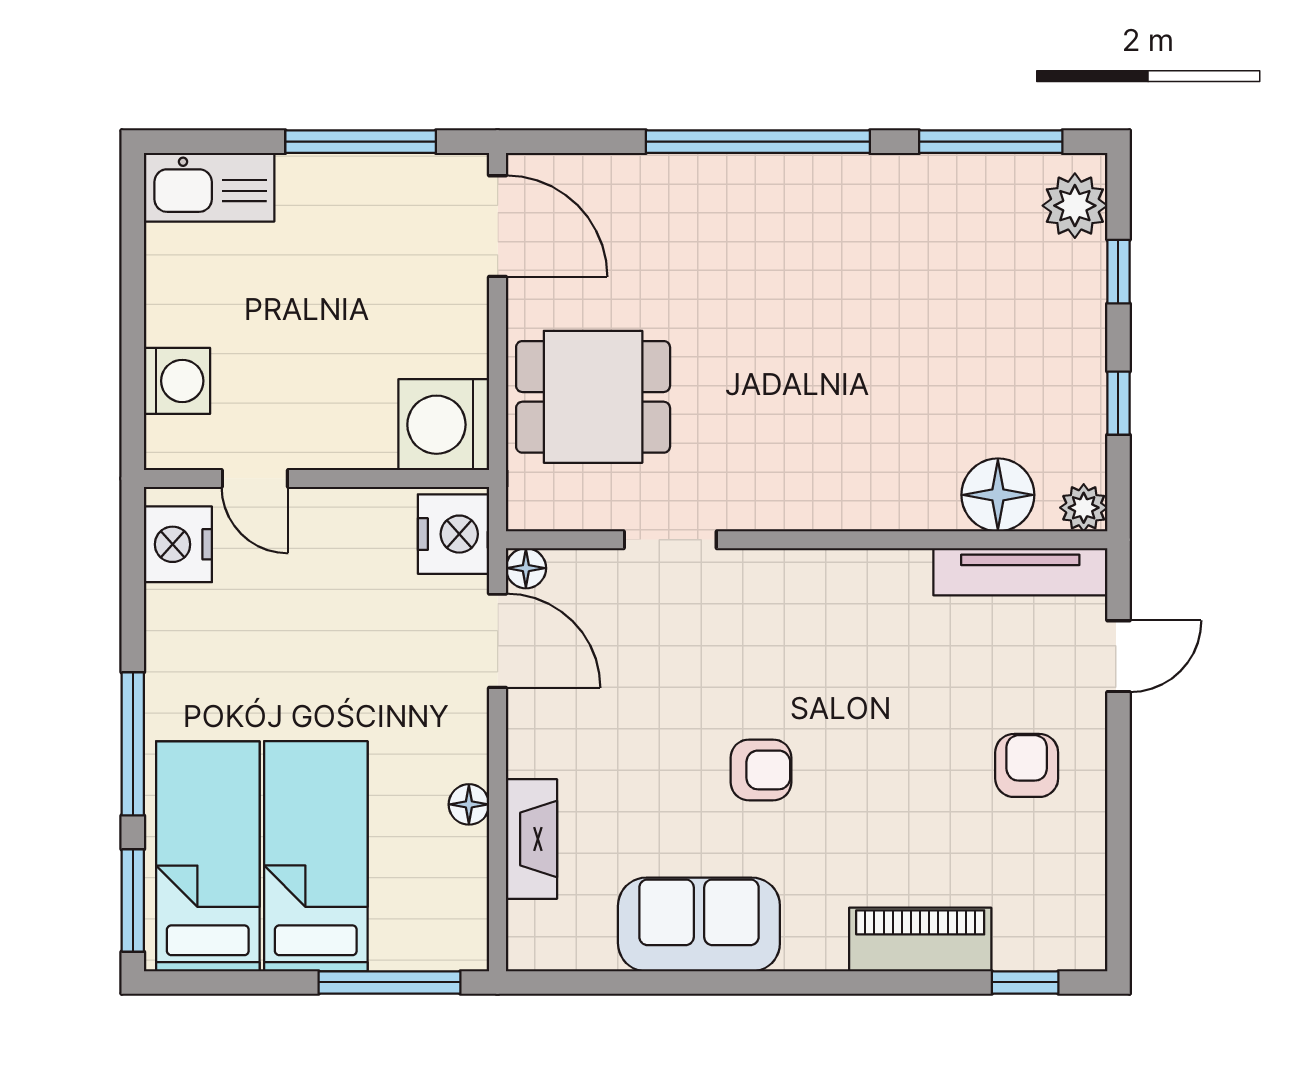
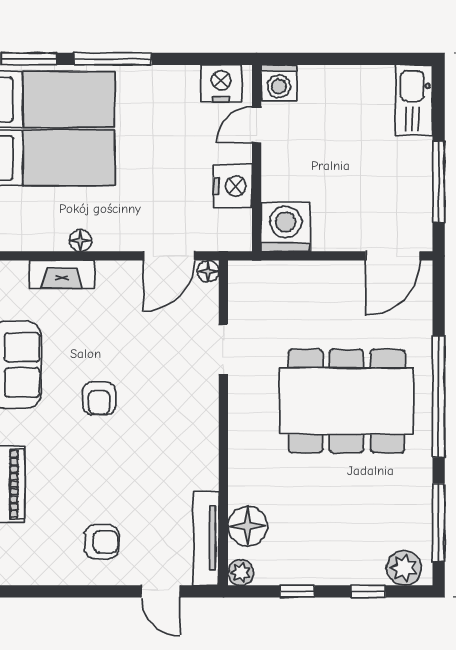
washing machine: (177, 381) -> (279, 83), moved
dining table: (593, 397) -> (346, 401), moved, width x1.88, depth x1.24
nightstand: (454, 534) -> (233, 186), moved, turned -90

